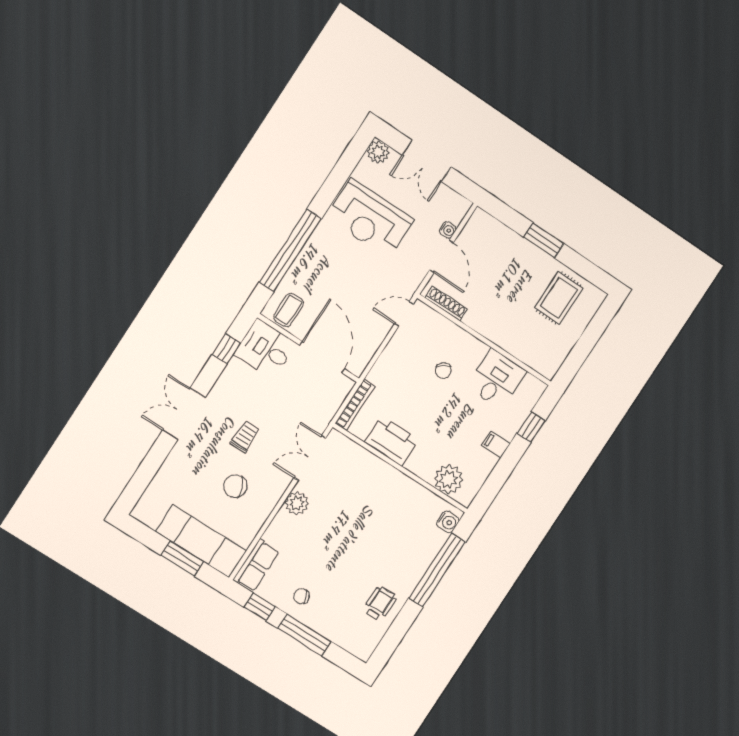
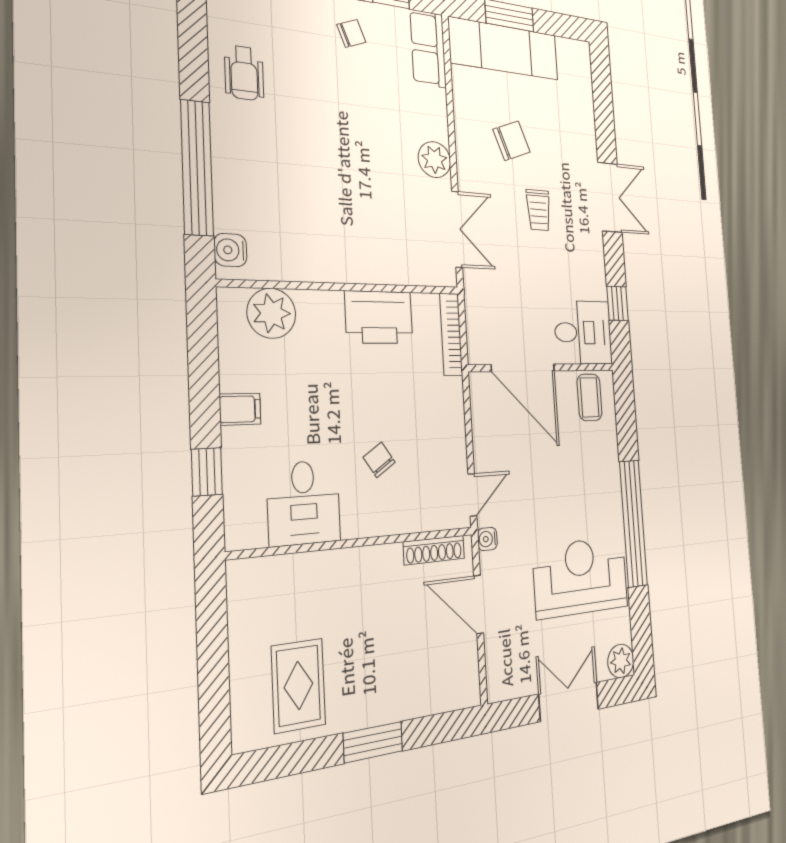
water cooler: (448, 230) -> (487, 539), moved
window: (290, 250) -> (633, 523), moved

